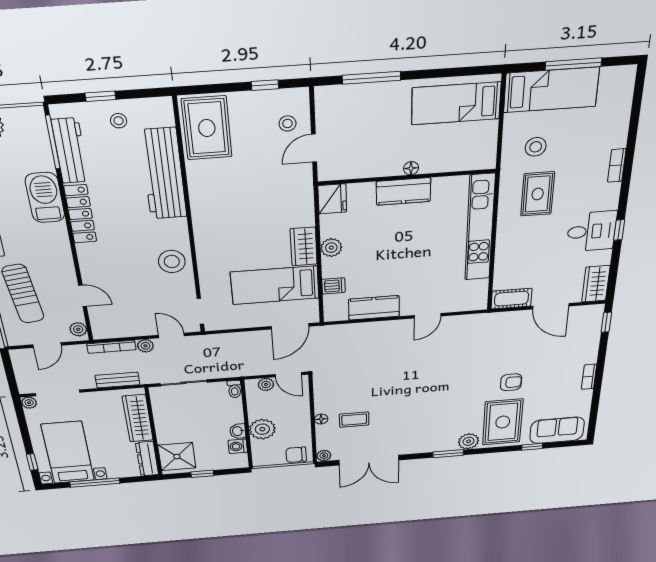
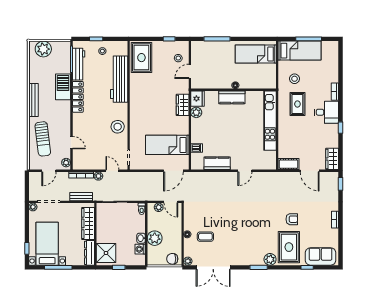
desk: (592, 231) -> (326, 112), moved
wardrobe: (304, 247) -> (183, 105), moved
plant: (331, 248) -> (196, 112), moved

